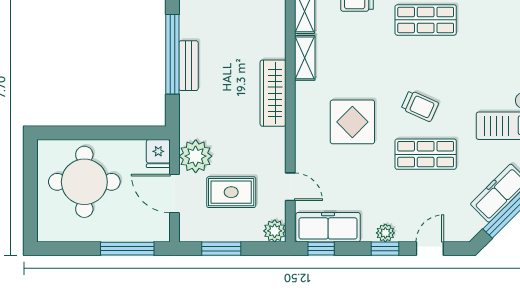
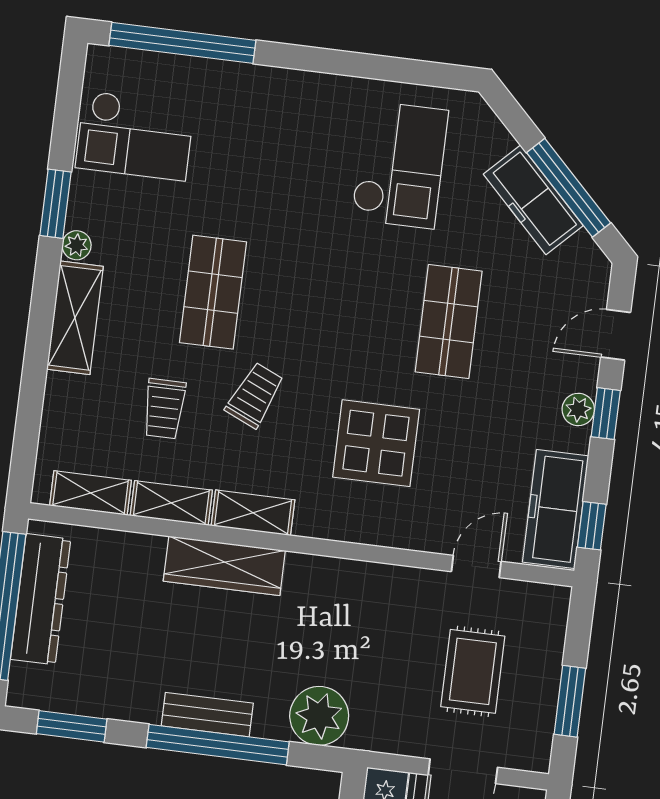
bench: (188, 66) -> (207, 715), moved
wardrobe: (273, 93) -> (224, 566), moved
trolley: (420, 106) -> (255, 395), moved
plant: (196, 156) -> (319, 716), moved
plant: (275, 231) -> (550, 604), removed
door: (430, 249) -> (616, 335), hinge flipped

